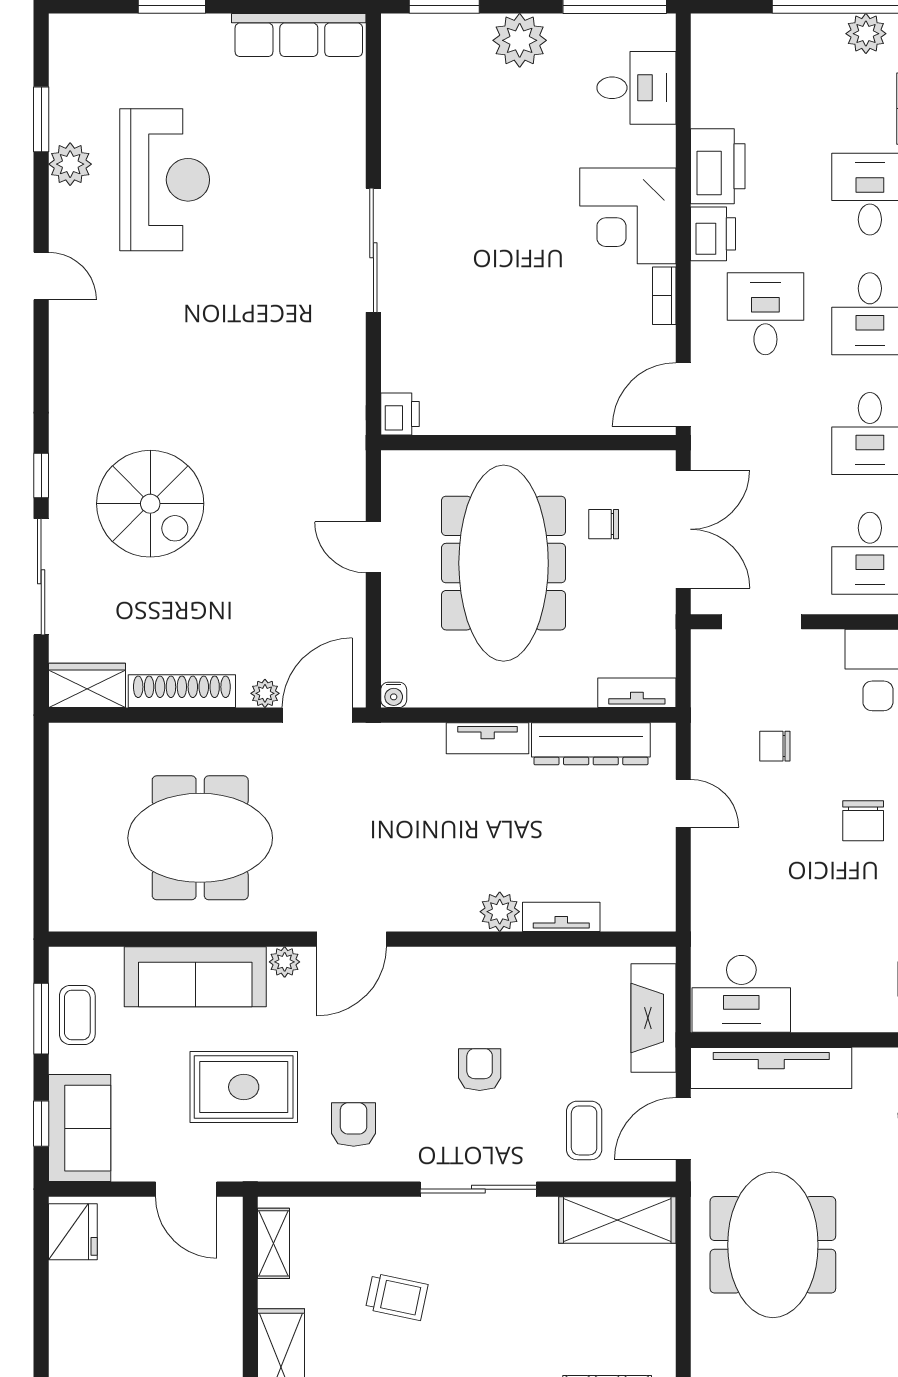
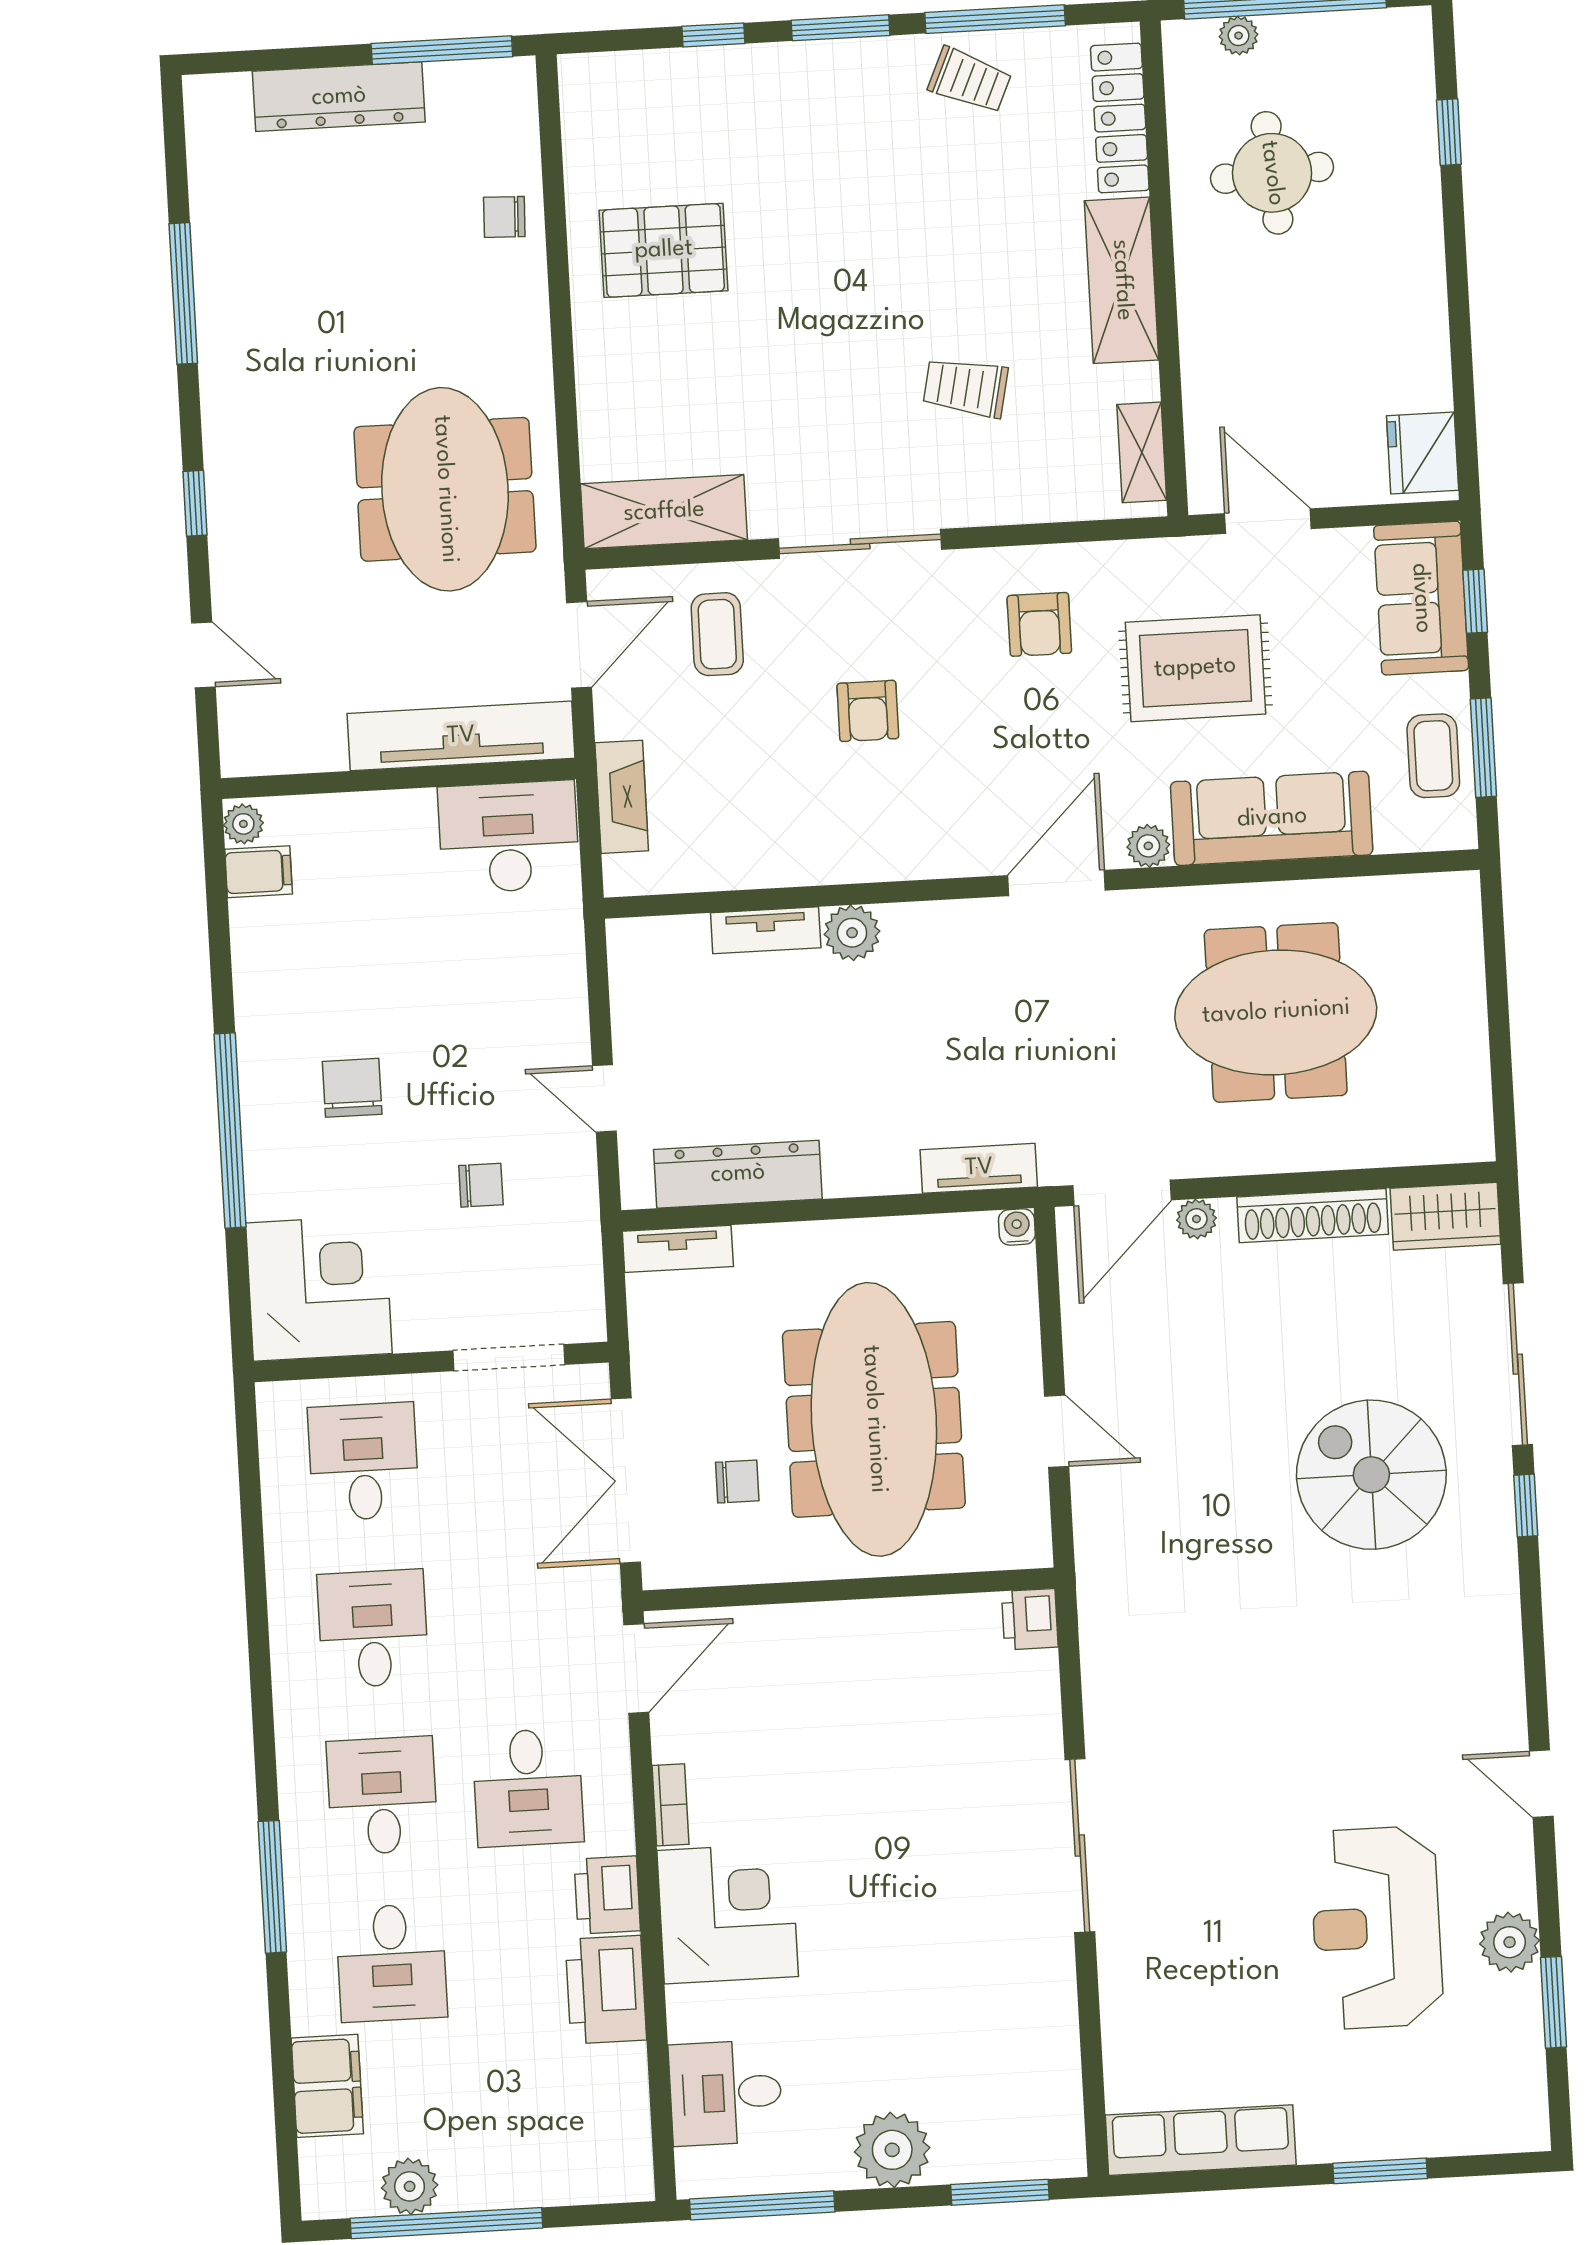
tv unit: (488, 738) -> (979, 1168), moved
fireplace: (653, 1018) -> (622, 797), width x0.73, depth x0.76

